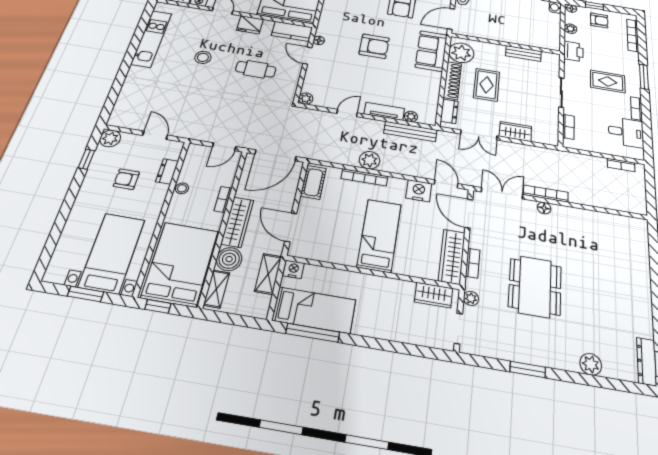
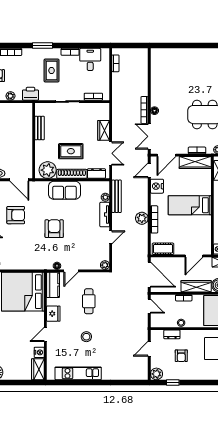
sofa: (431, 51) -> (64, 190), moved
door: (347, 113) -> (111, 237), swing flipped

